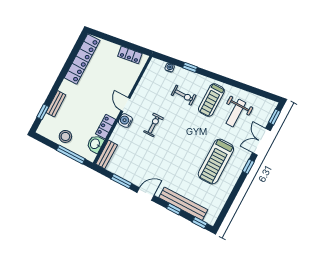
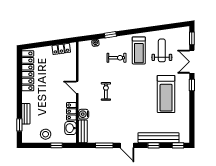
weight bench: (236, 113) -> (162, 50), turned 180
water cooler: (125, 121) -> (84, 114), moved
window: (71, 154) -> (57, 145), width x0.46
door: (146, 194) -> (127, 145), swing flipped

